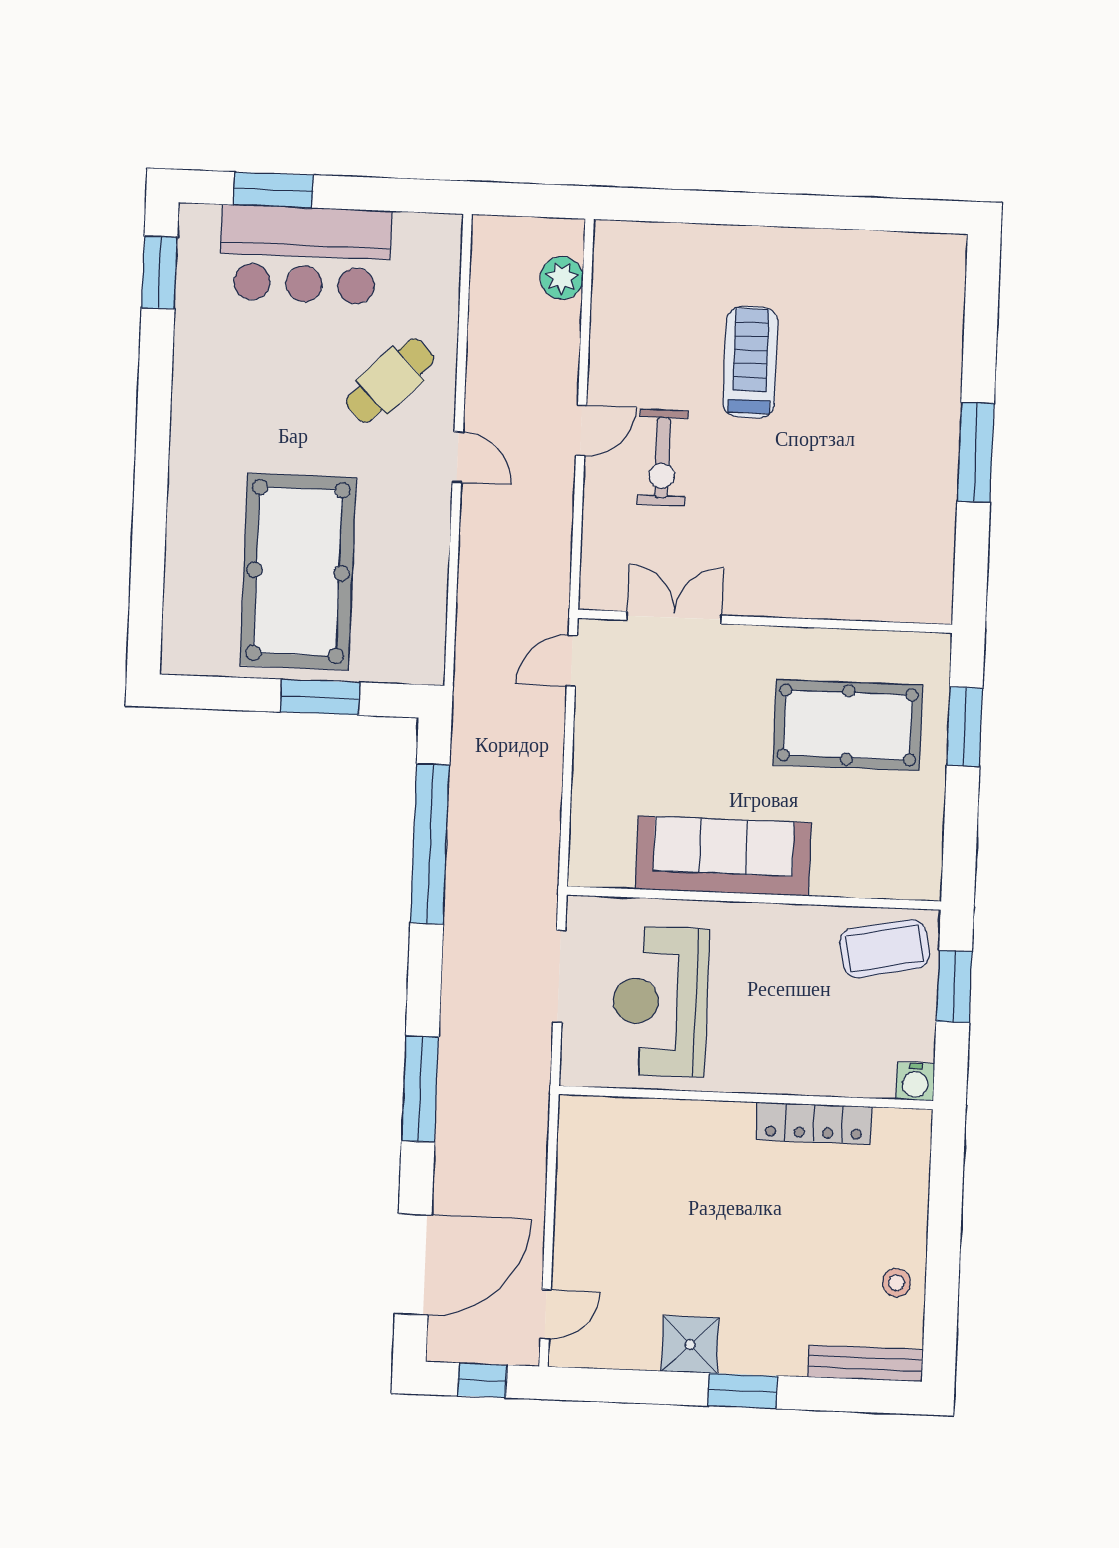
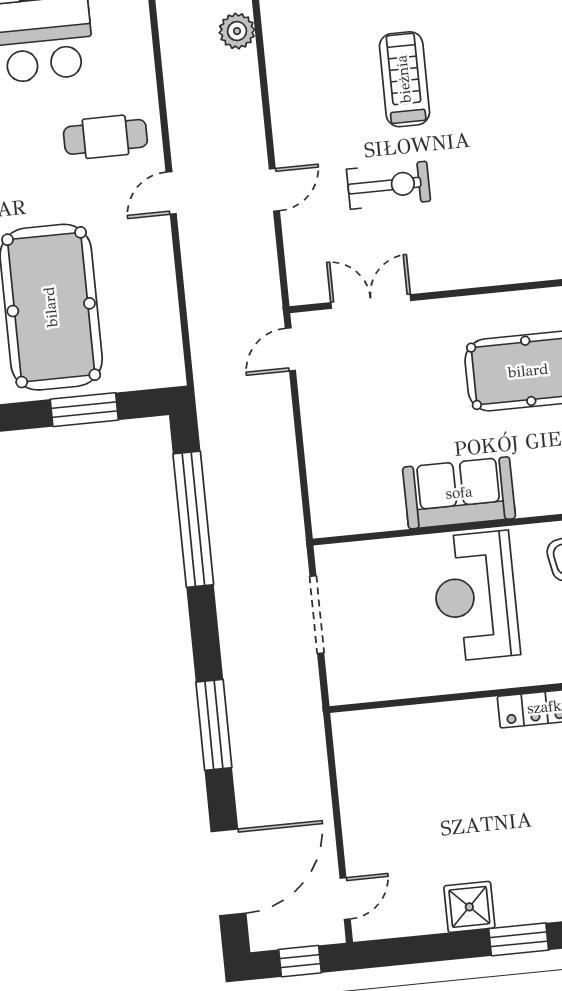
cafe table: (390, 380) -> (105, 137), turned 45
door: (581, 430) -> (274, 190), moved
door: (458, 457) -> (171, 193), swing flipped
exercise bike: (663, 458) -> (388, 185), moved, turned -90
sofa: (723, 856) -> (459, 493), width x0.73
reception desk: (660, 1002) -> (475, 596), moved

